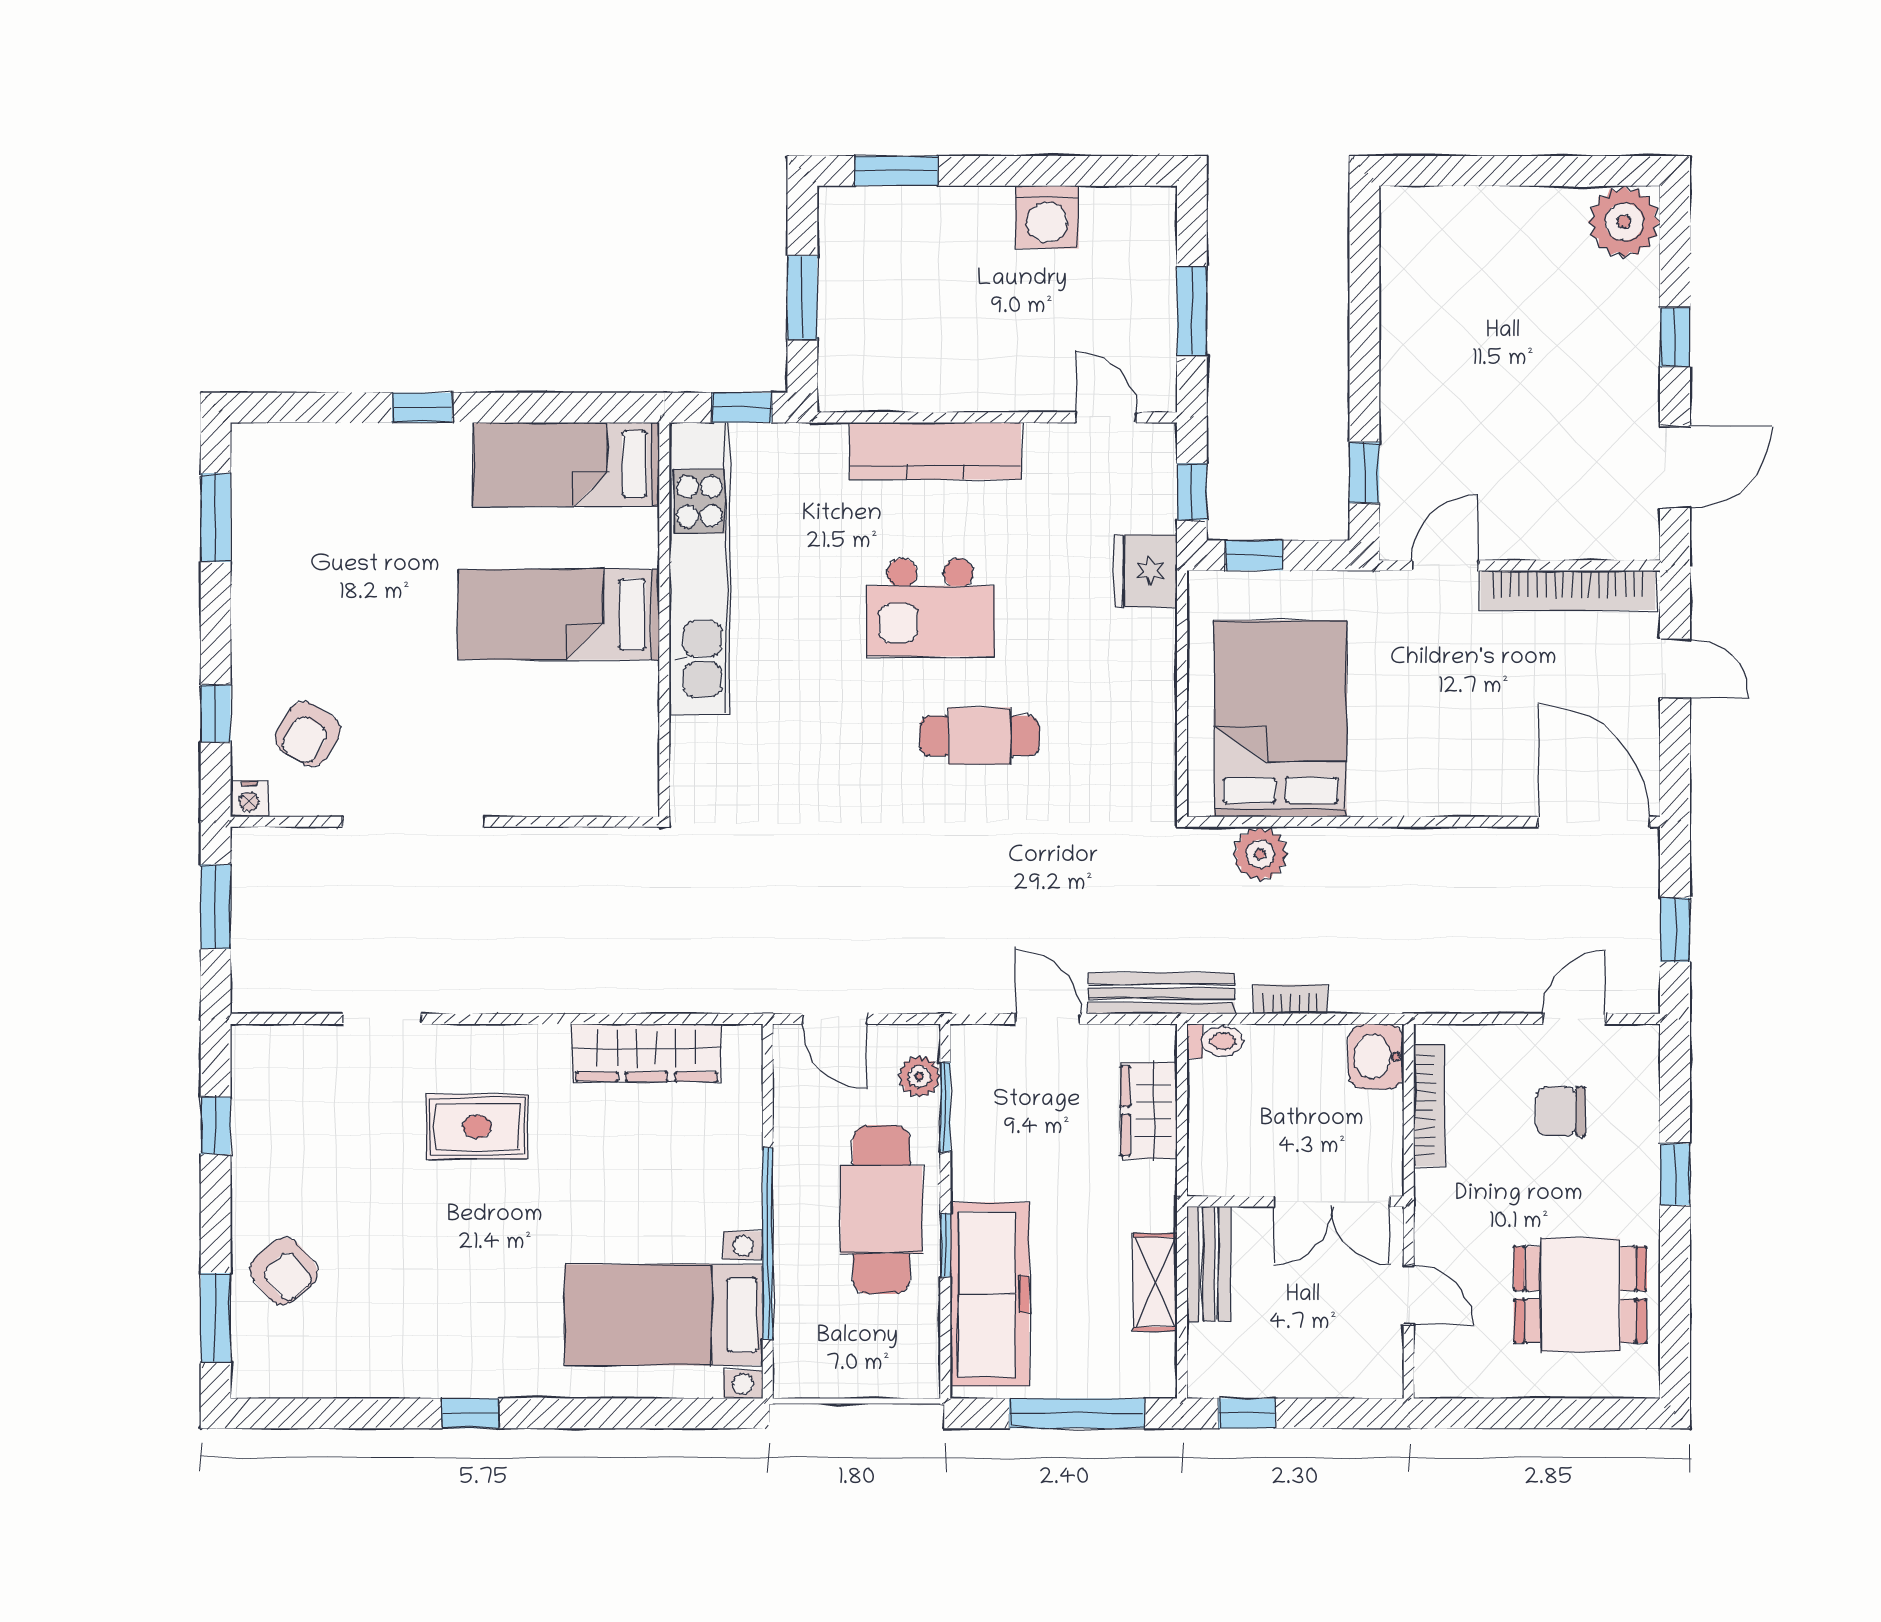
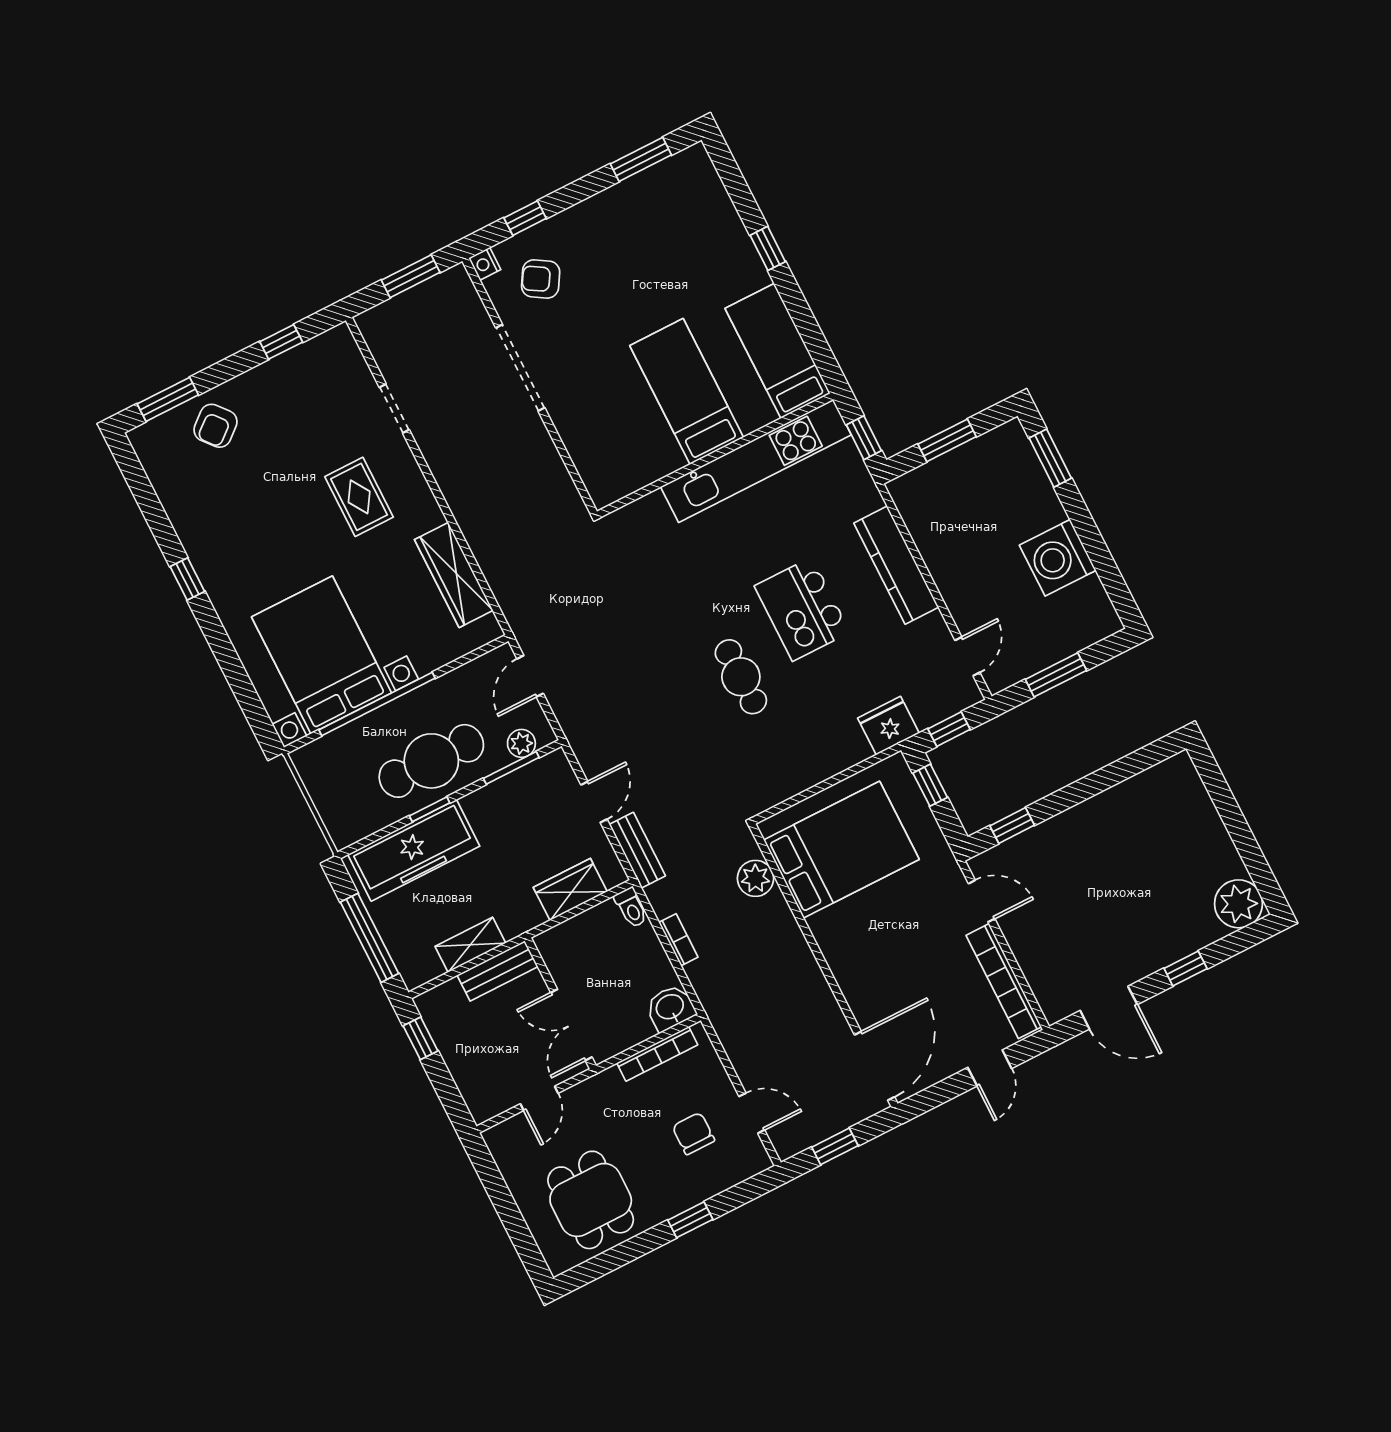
washing machine: (1047, 217) -> (1058, 558), width x1.37, depth x1.37
bench: (1161, 993) -> (637, 850), width x0.73
bed with nightstands: (664, 1315) -> (322, 655), width x1.36

